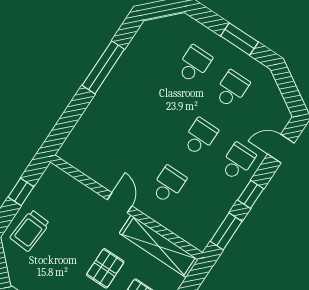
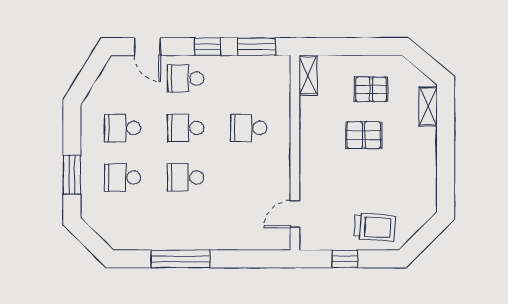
window: (239, 39) -> (72, 175), moved
school desk: (162, 112) -> (186, 178), added
door: (120, 203) -> (295, 214), moved
shelving: (159, 246) -> (308, 75), width x0.45, depth x0.75

